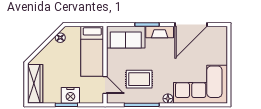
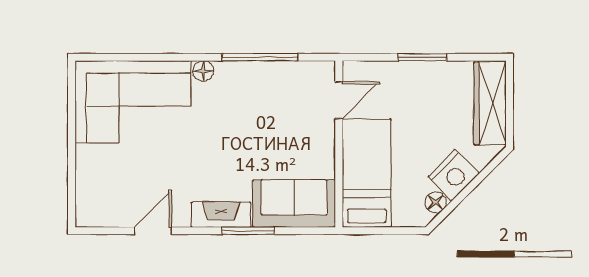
door: (191, 25) -> (153, 231), width x0.53
rug: (139, 79) -> (265, 113), removed
door: (105, 85) -> (339, 100), swing flipped
nightstand: (70, 95) -> (453, 175), moved, turned 135

